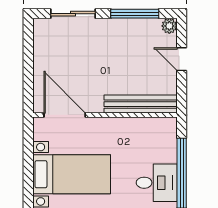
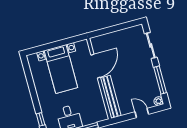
door: (182, 59) -> (142, 113), hinge flipped
door: (65, 115) -> (96, 66), moved

